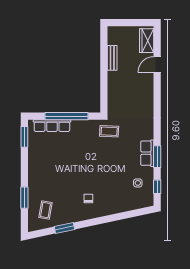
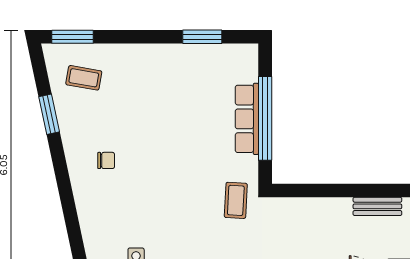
row of seats: (52, 126) -> (247, 119), moved
window: (24, 137) -> (202, 37), moved
window: (24, 198) -> (73, 37), moved

